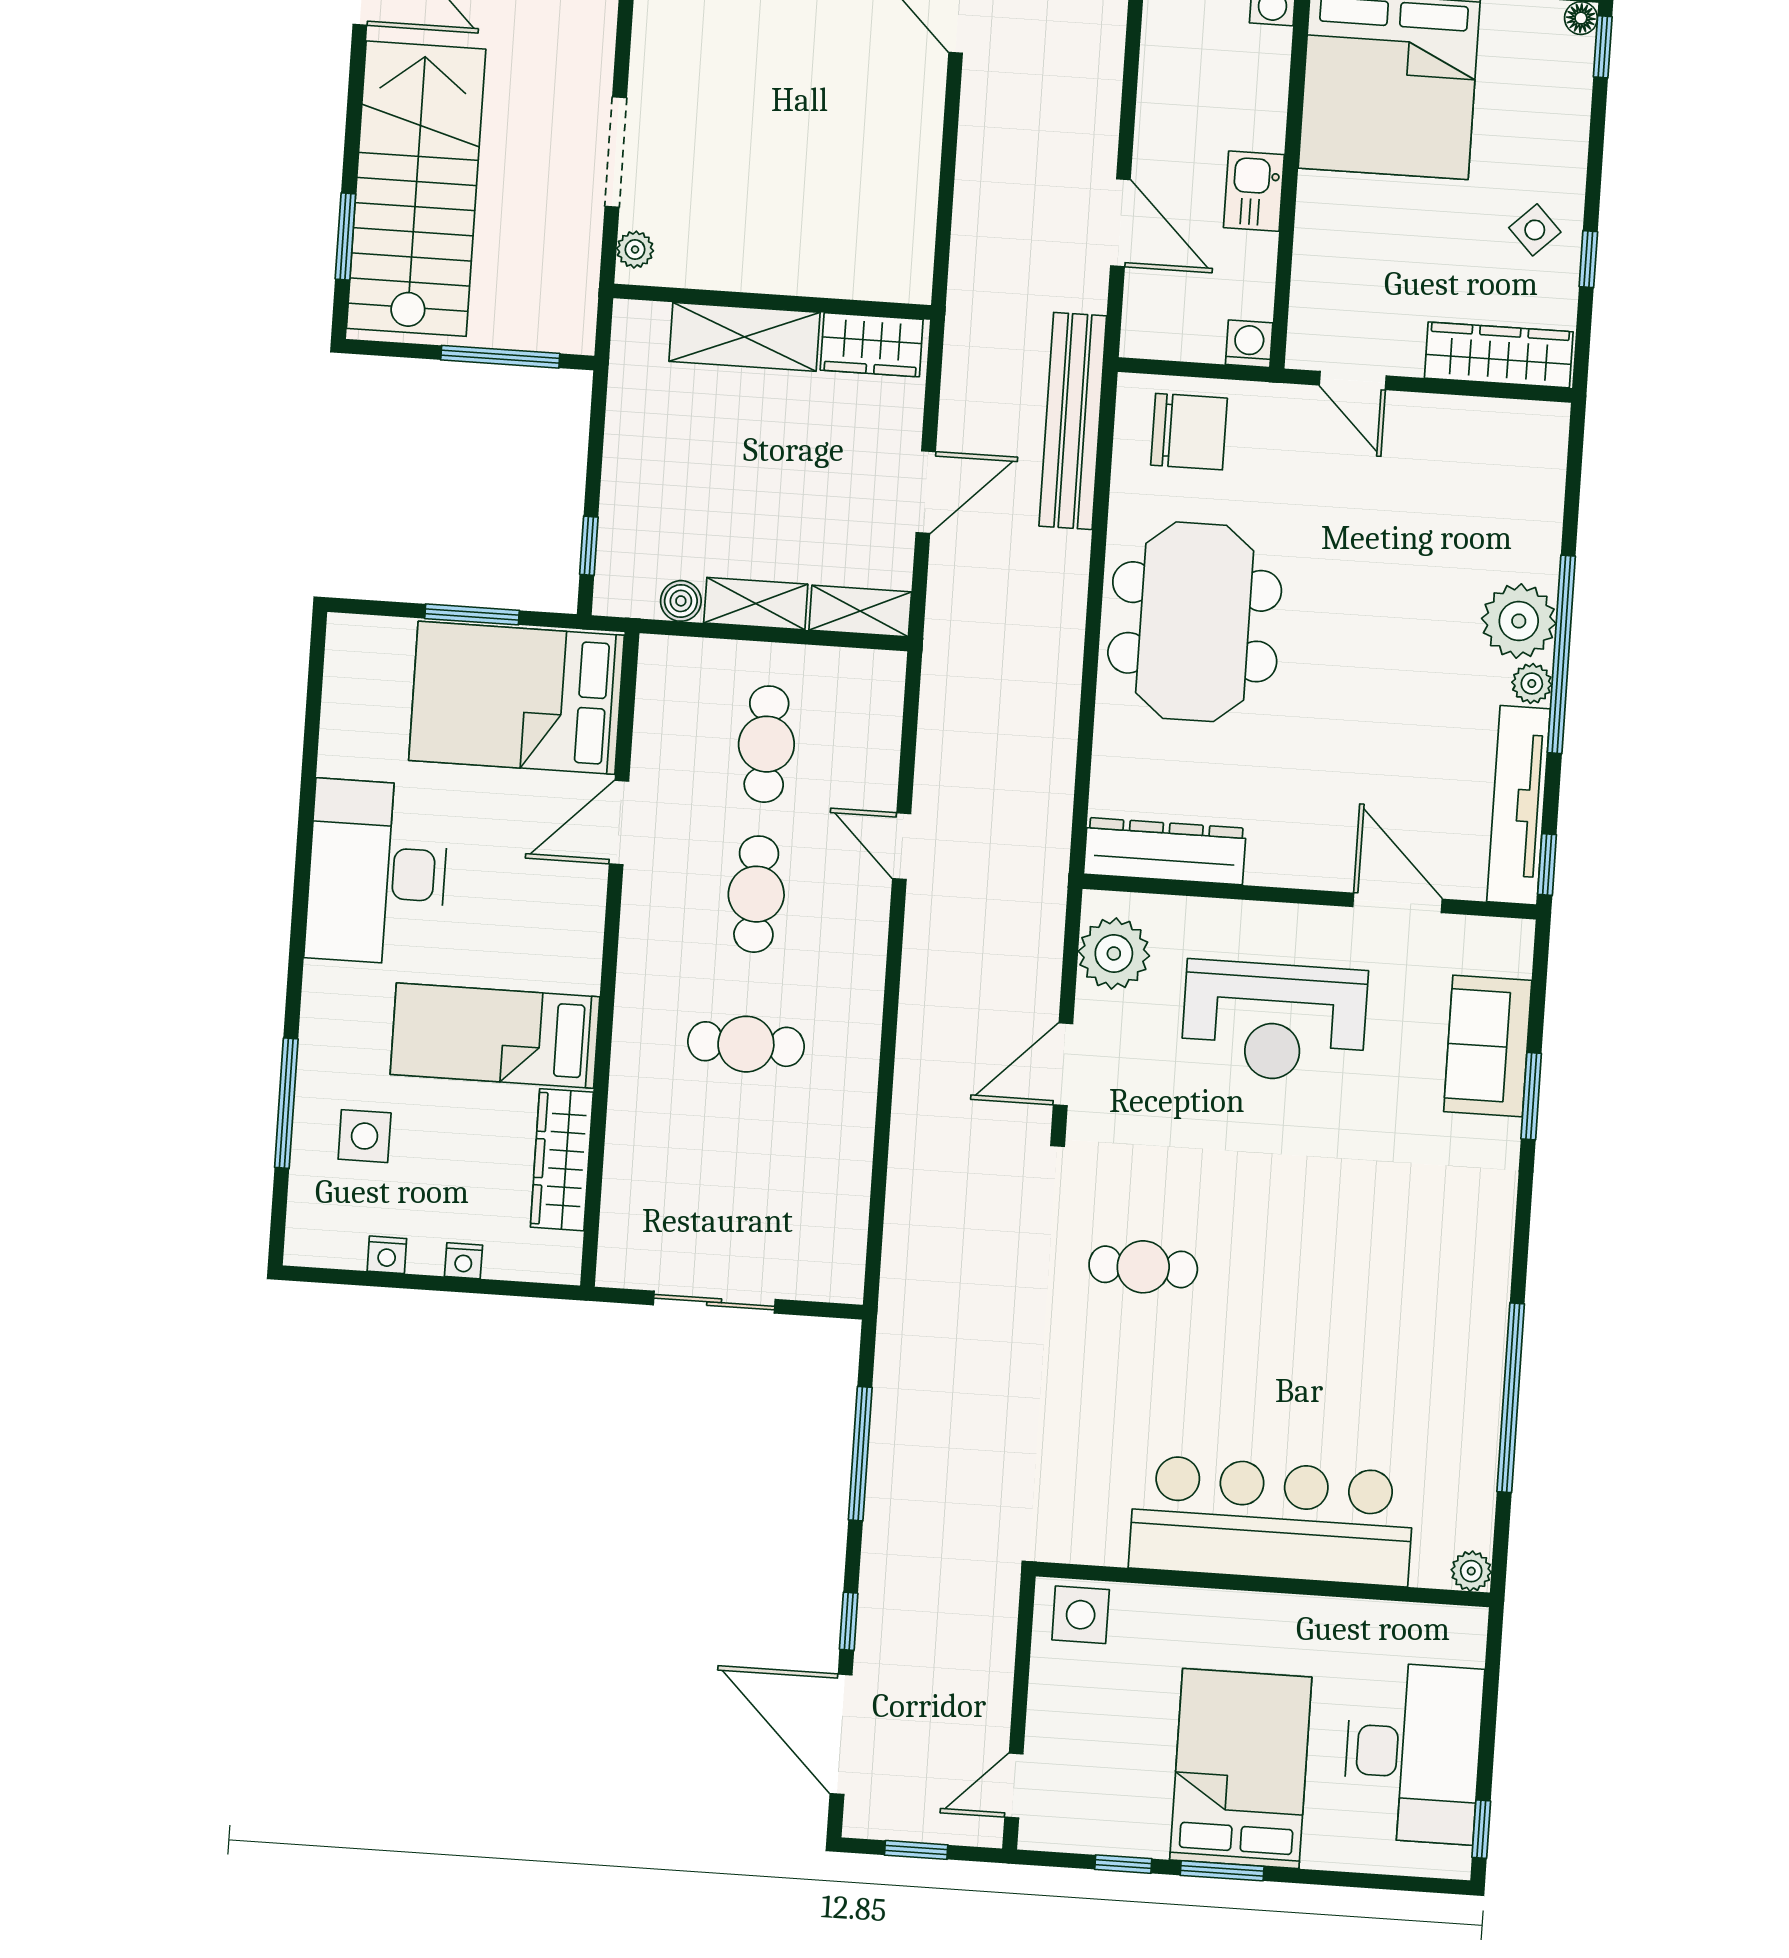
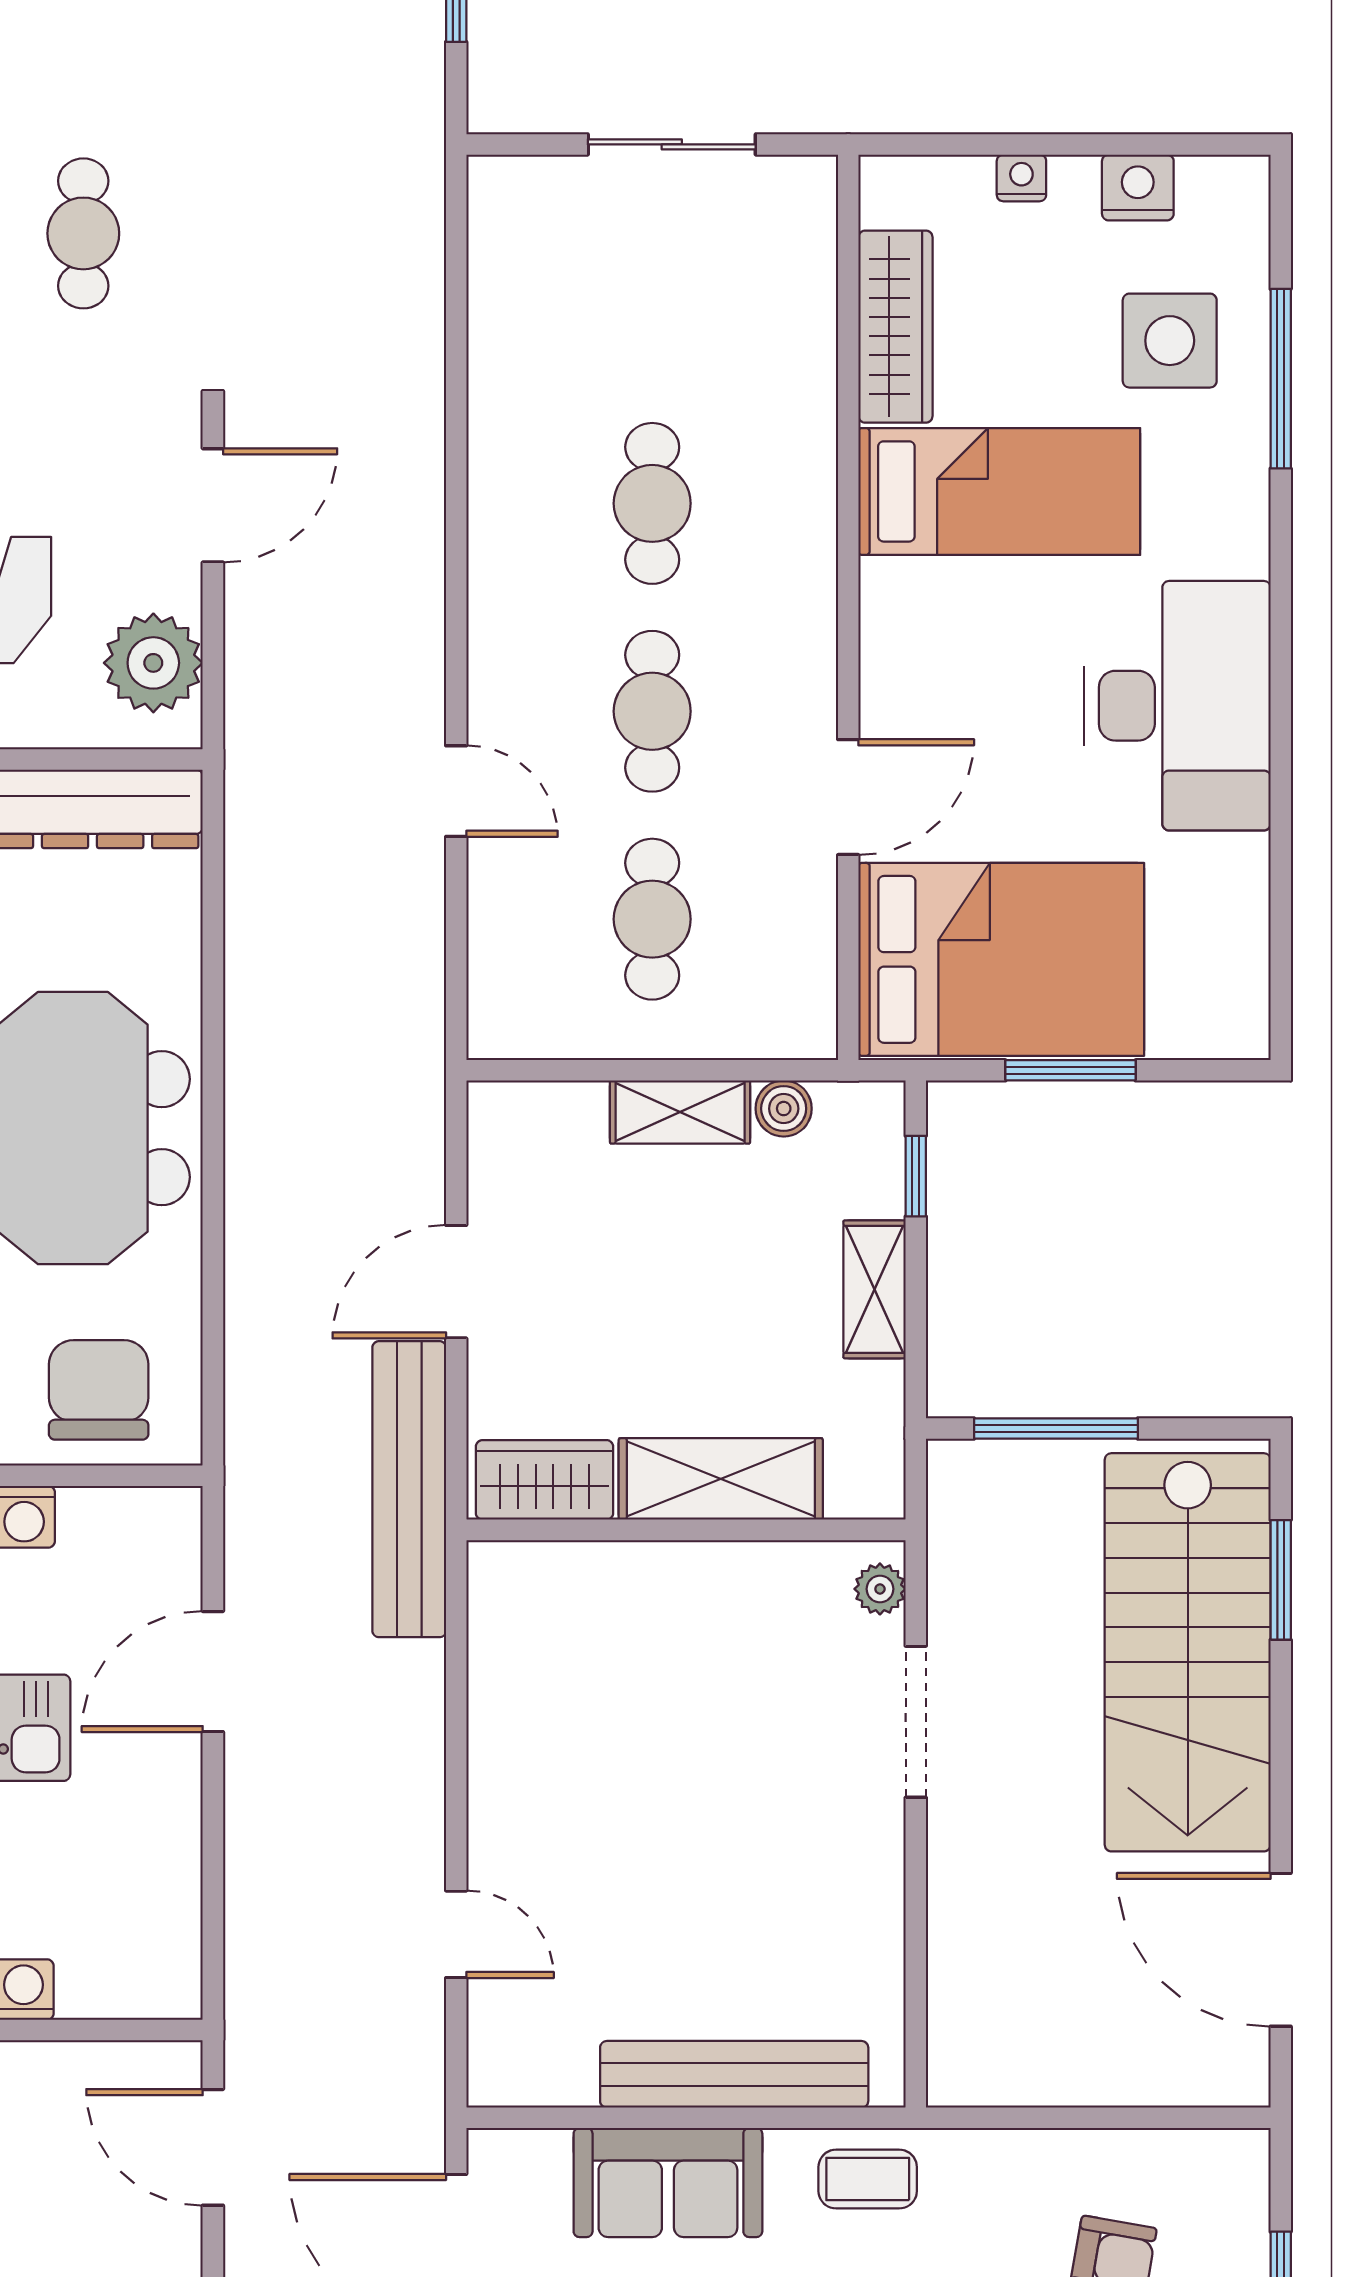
door: (1120, 223) -> (213, 1672), hinge flipped
bench: (1073, 421) -> (409, 1489), moved
chair: (1189, 432) -> (99, 1390), turned 90
shelving: (860, 611) -> (875, 1289), moved, turned 90
cafe table: (746, 1044) -> (652, 503), turned 90
side table: (365, 1136) -> (1170, 341), width x1.37, depth x1.37
nightstand: (387, 1255) -> (1138, 187), width x1.39, depth x1.35
cafe table: (1143, 1267) -> (83, 233), turned 90

